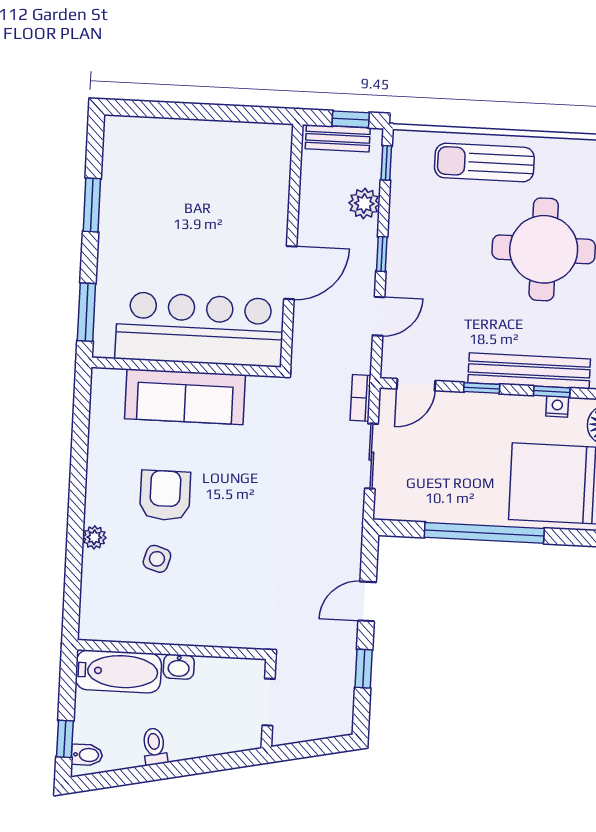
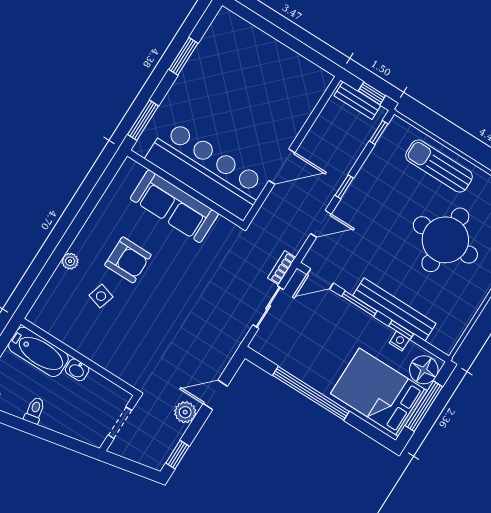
plant: (364, 203) -> (185, 412), moved
window: (482, 388) -> (359, 304), width x1.50
armchair: (165, 495) -> (128, 260), turned 90
window: (364, 669) -> (177, 455), moved

